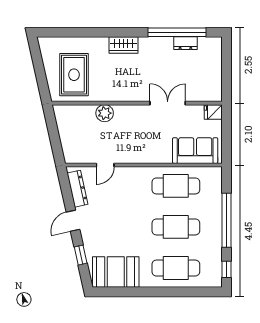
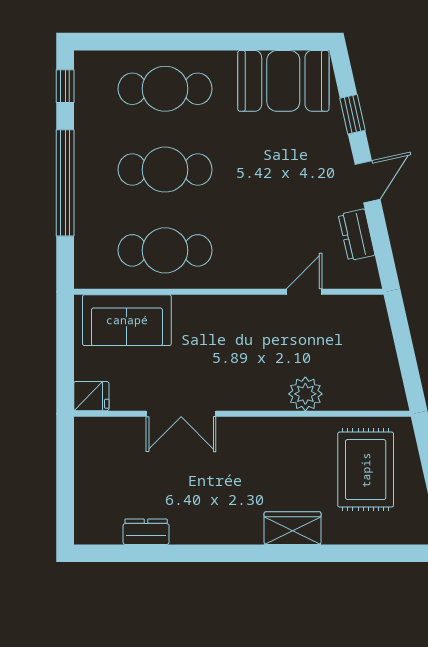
window: (177, 32) -> (163, 553), removed
wardrobe: (124, 45) -> (293, 528), moved
dresser: (77, 189) -> (357, 235), width x0.70

